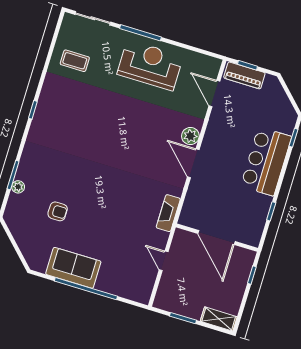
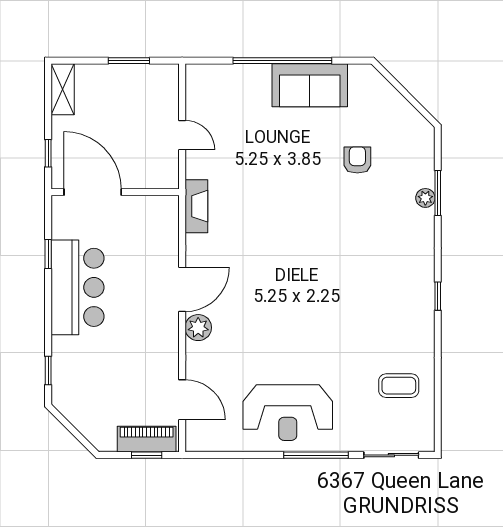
bar counter: (266, 161) -> (78, 287), moved
door: (193, 163) -> (182, 289), hinge flipped
plant: (18, 187) -> (425, 198), moved
armchair: (58, 211) -> (357, 160), turned 90
door: (216, 237) -> (93, 192), moved
shelving: (219, 319) -> (63, 89), moved, turned 90

